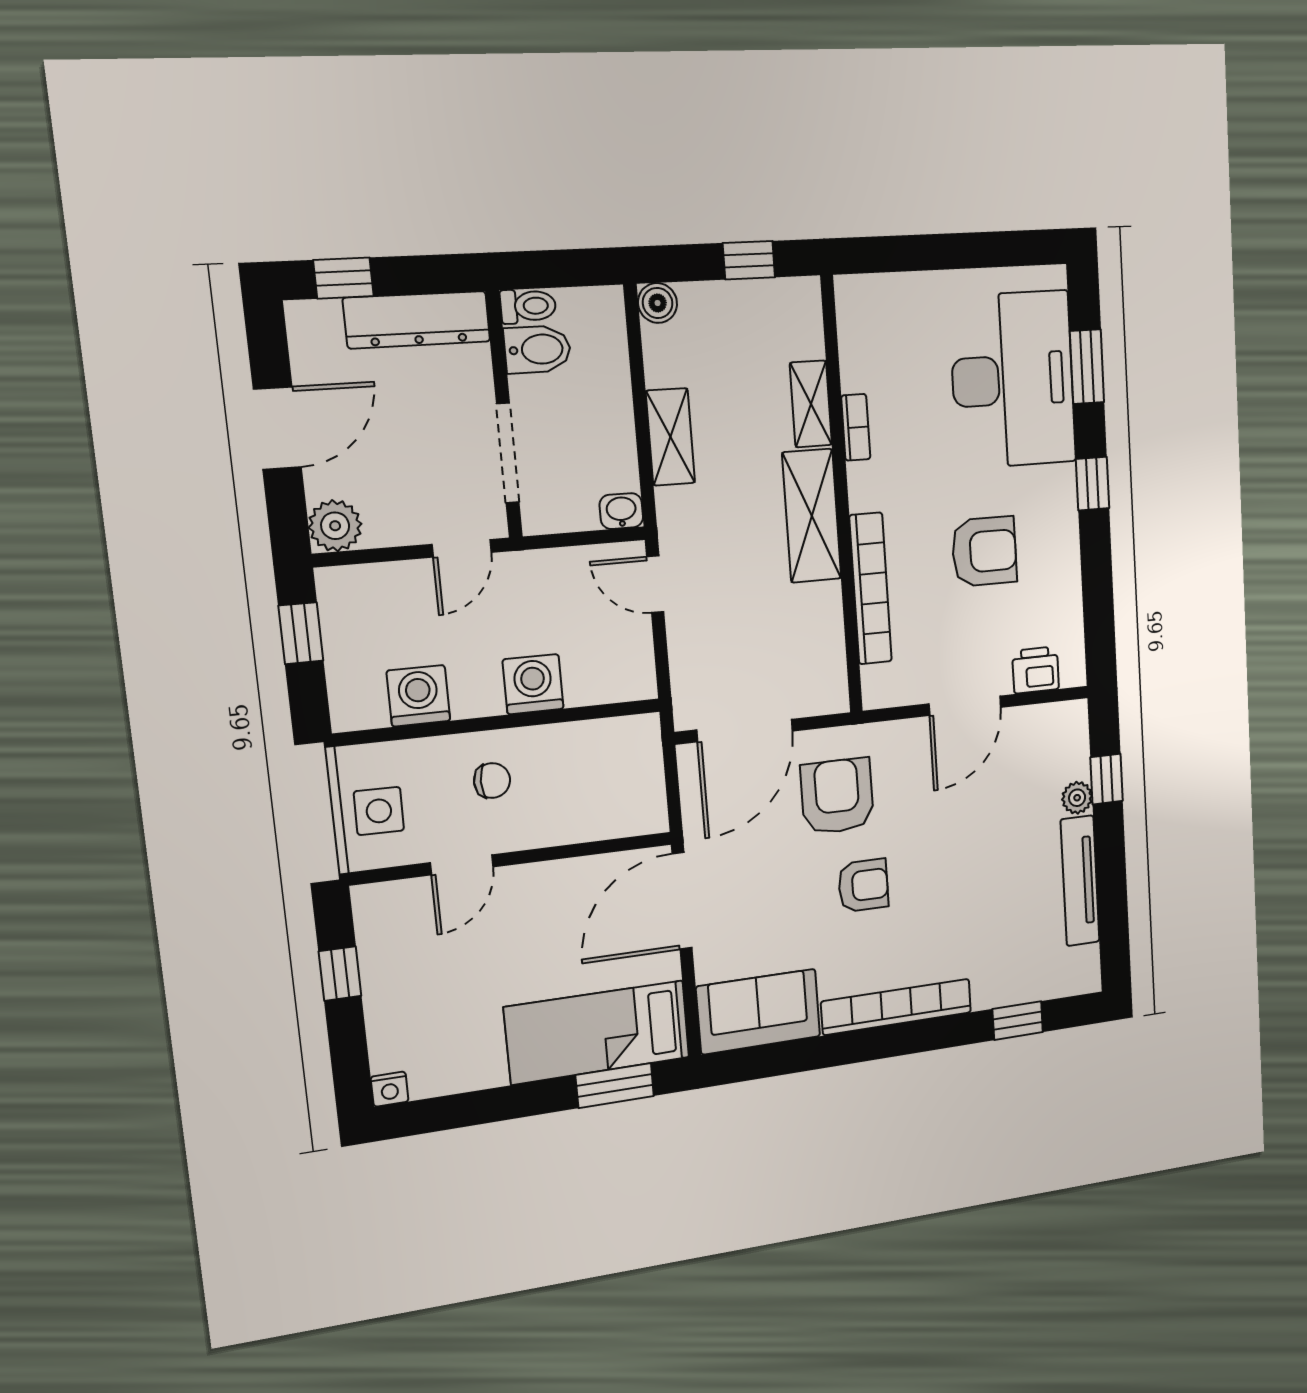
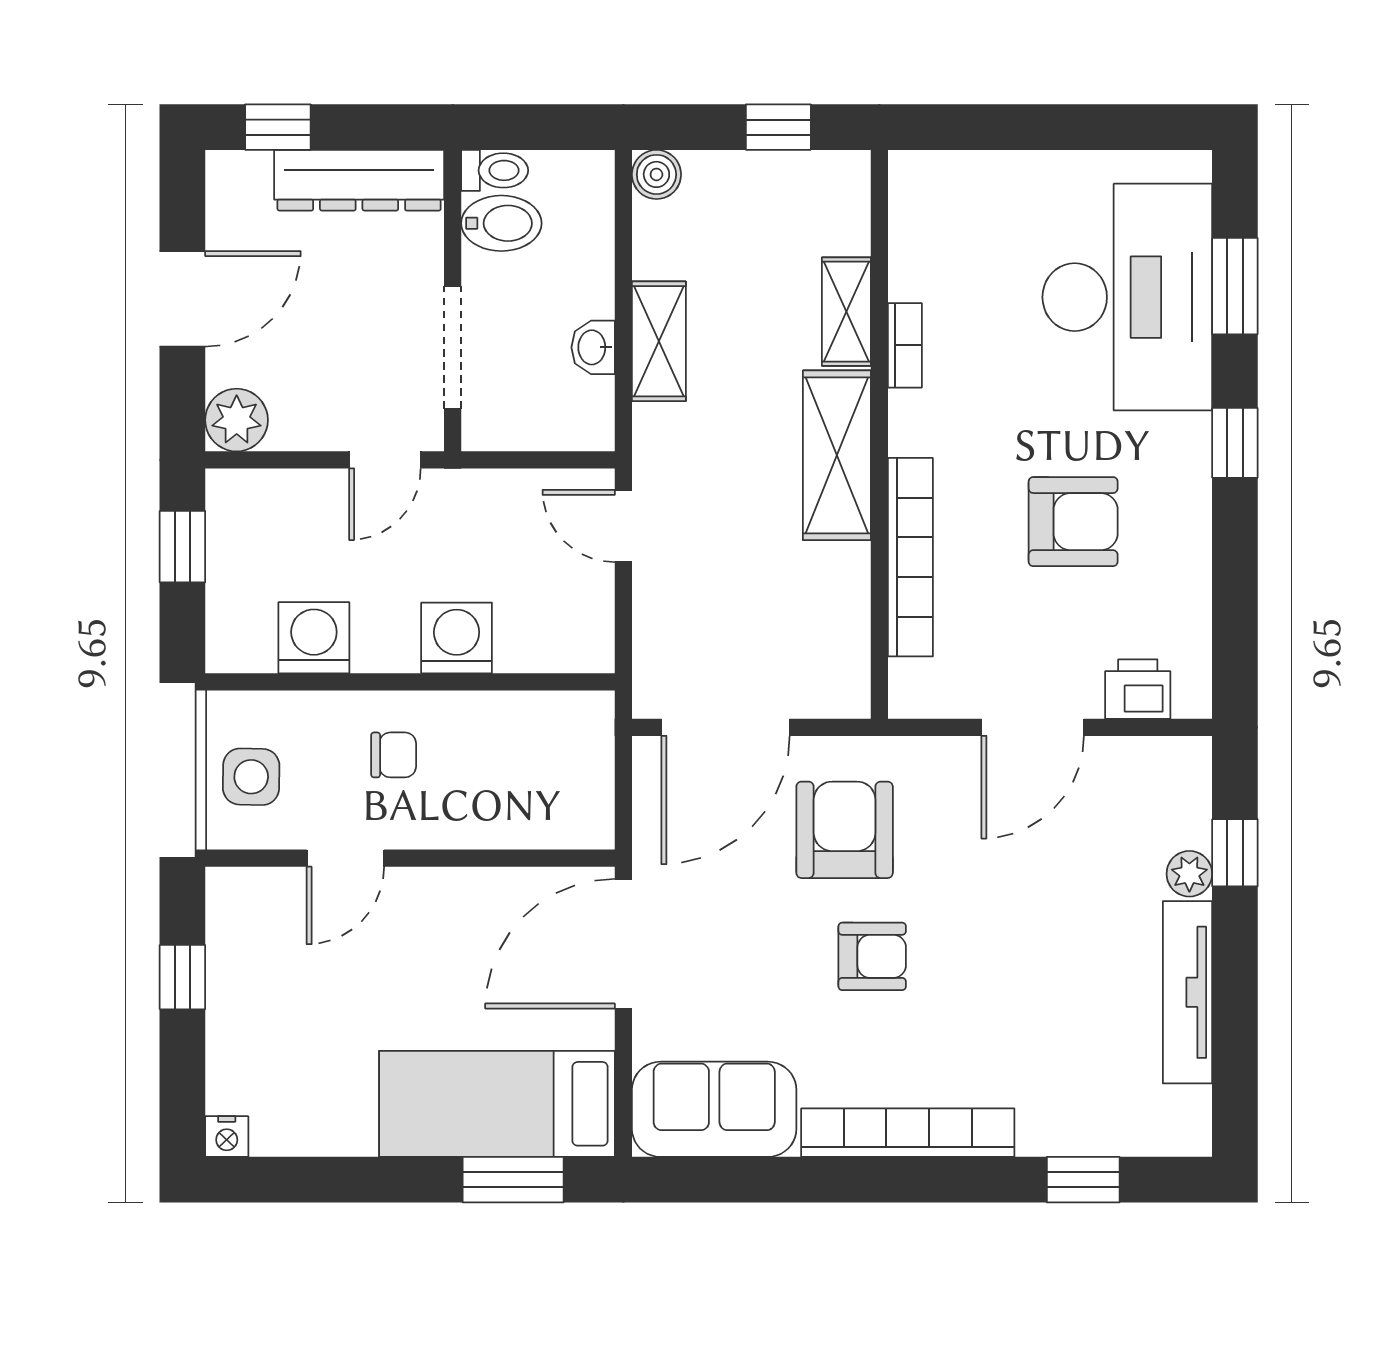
washbasin: (621, 511) -> (593, 347), moved, turned -90

